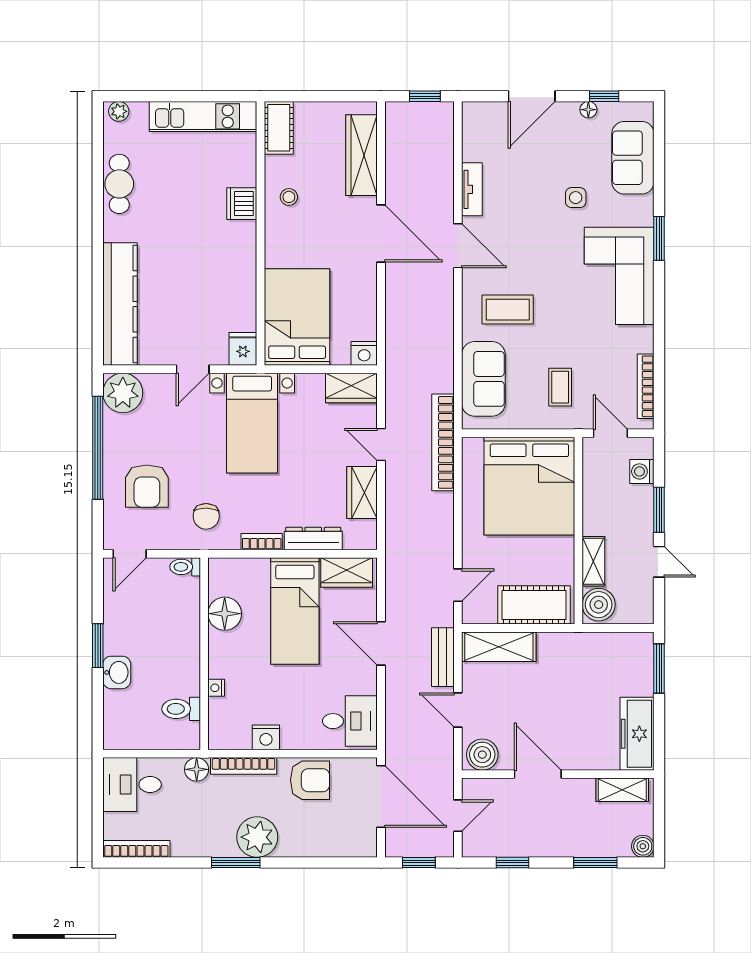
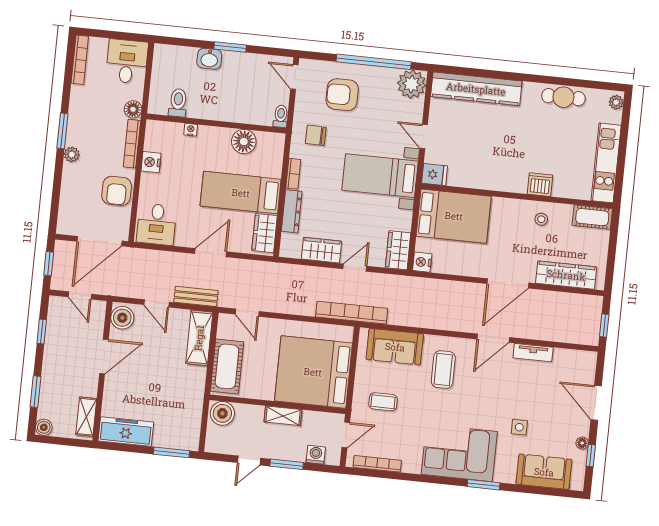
shelving: (593, 561) -> (283, 416), moved
door: (458, 710) -> (156, 303), swing flipped
plant: (257, 837) -> (72, 154), width x0.53, depth x0.53

